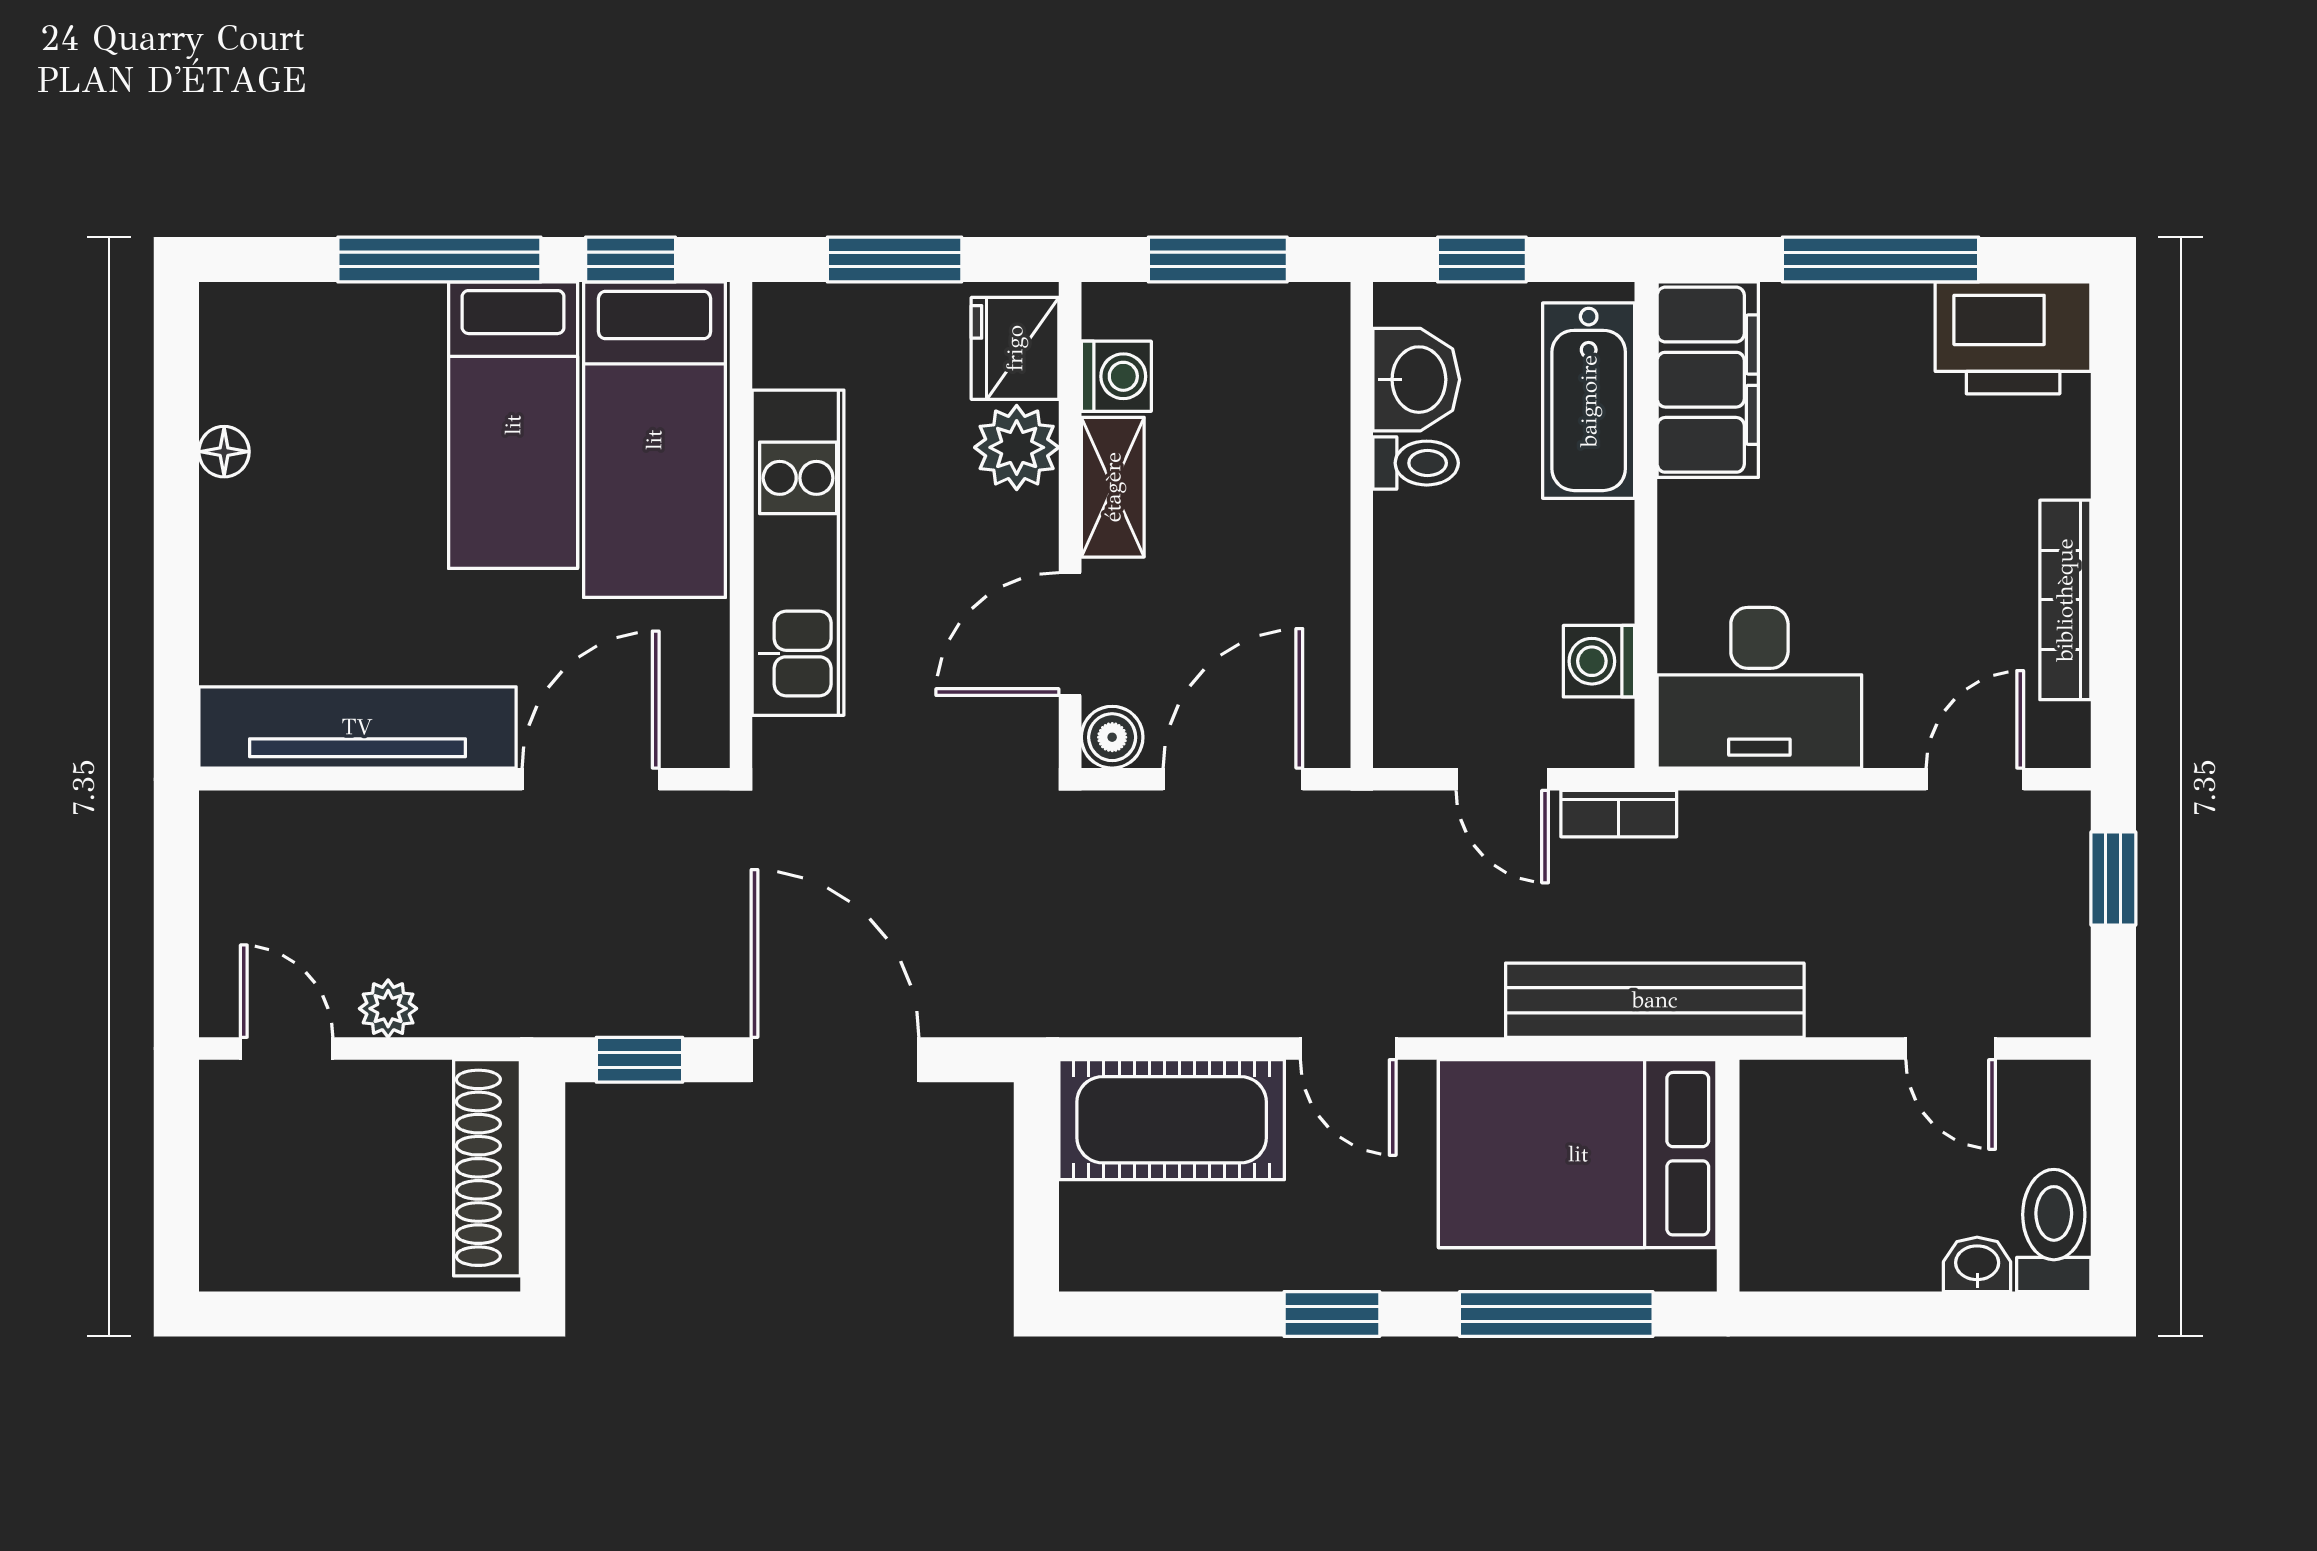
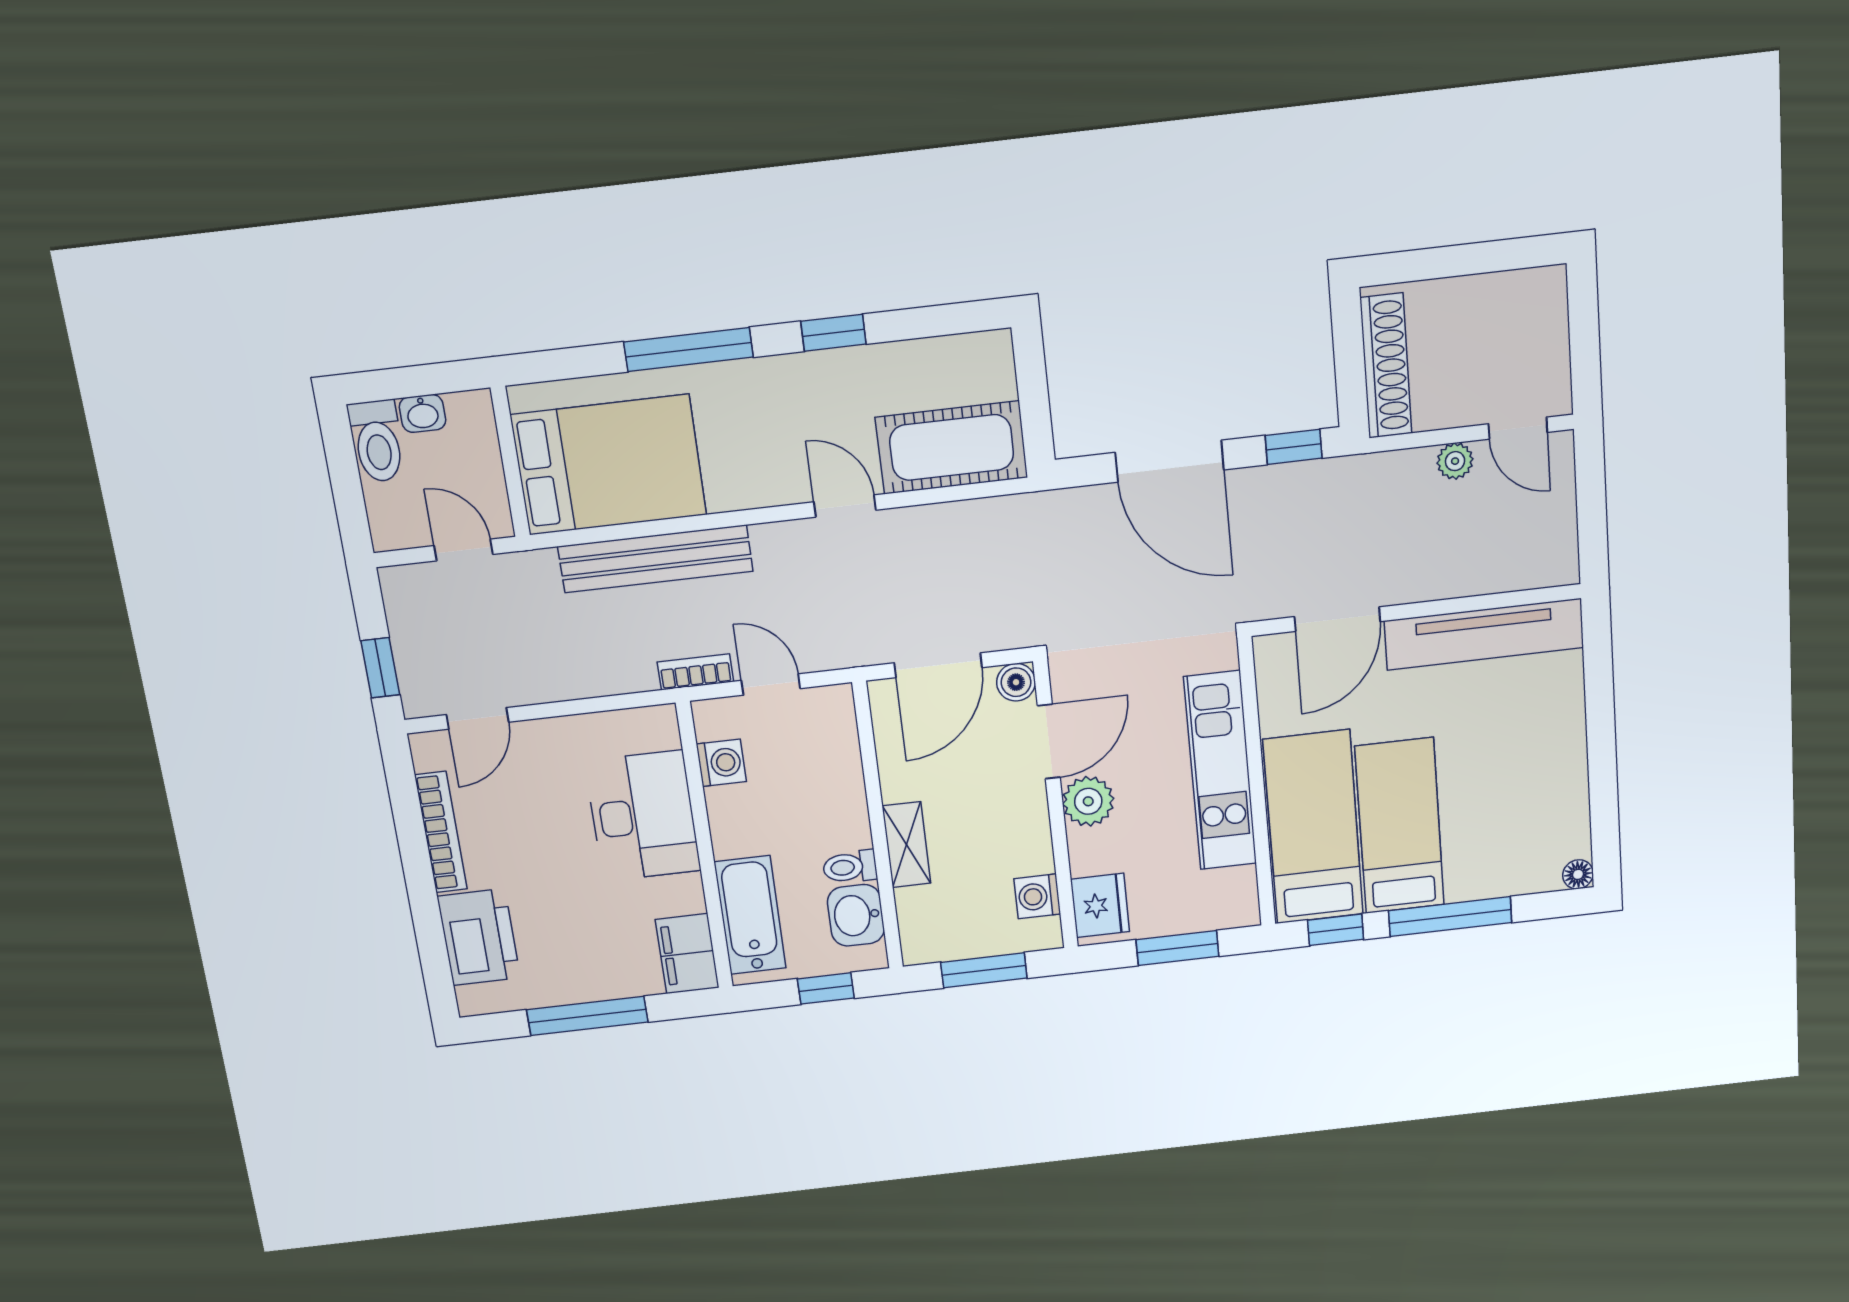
printer: (2013, 338) -> (479, 937), moved, turned 90
filing cabinet: (1708, 380) -> (687, 954), width x0.67, depth x0.86
plant: (1017, 447) -> (1088, 801), moved
floor lamp: (224, 452) -> (1578, 874), moved
shelving: (1113, 487) -> (907, 845), moved
desk: (1759, 688) -> (643, 816), moved, turned 90
bed: (1578, 1154) -> (609, 465), moved
wall: (1728, 1176) -> (510, 462), moved

